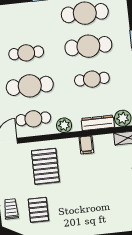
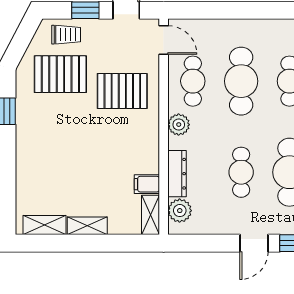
filing cabinet: (86, 145) -> (147, 184), moved
pallet: (38, 210) -> (60, 74), width x1.50, depth x1.42

